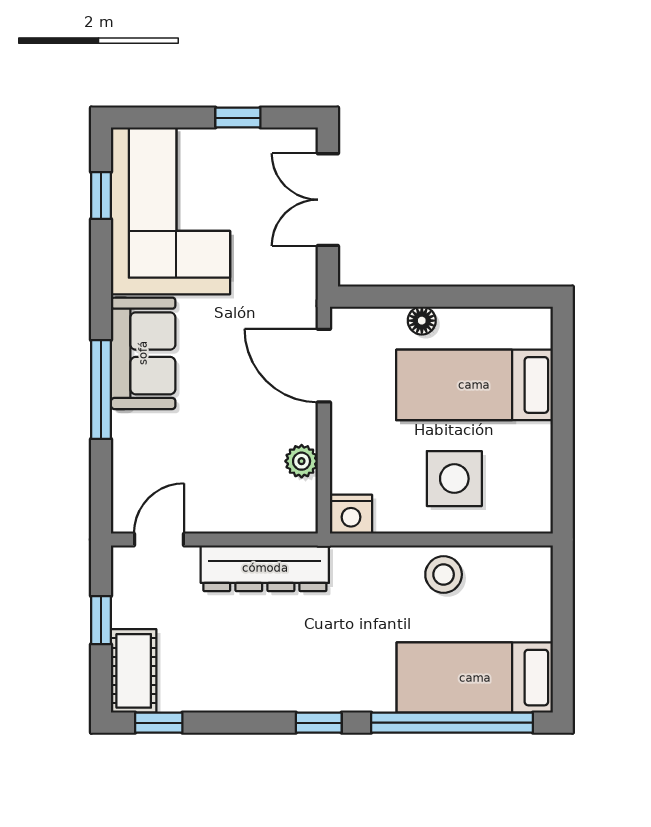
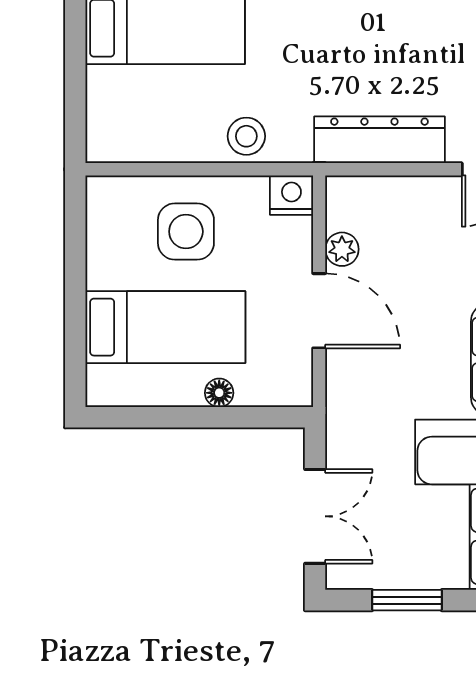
window: (238, 118) -> (407, 600), width x1.50
door: (324, 366) -> (319, 311), moved
stool: (444, 574) -> (246, 136), moved

